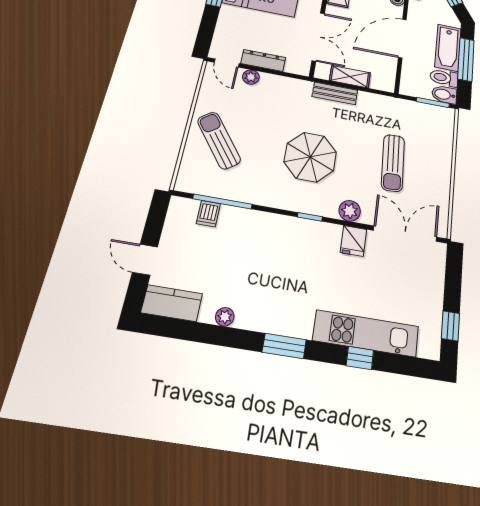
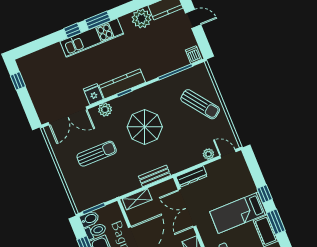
dresser: (263, 60) -> (192, 176), moved
shelving: (350, 77) -> (137, 199), moved
sun lounger: (393, 163) -> (97, 154), turned 93
dishwasher: (208, 214) -> (194, 55), moved
kitchen counter: (305, 231) -> (122, 84), added
plant: (225, 317) -> (142, 19), width x1.87, depth x1.87
kitchen unit: (366, 333) -> (92, 38), moved
window: (360, 358) -> (72, 31), moved

